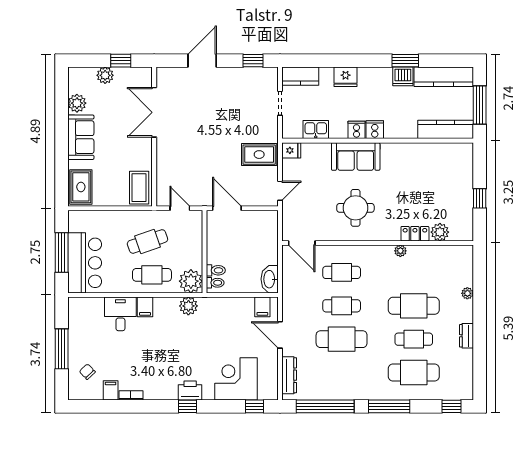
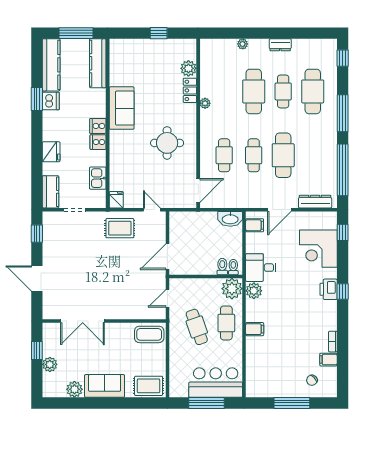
rug: (259, 155) -> (120, 228), turned 90
sofa: (356, 156) -> (122, 108), moved
desk: (120, 314) -> (261, 268), moved

